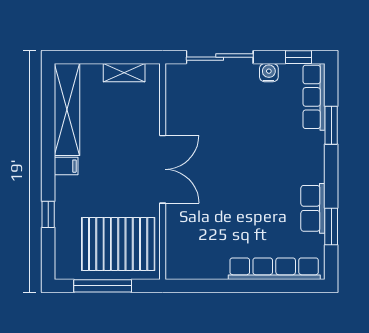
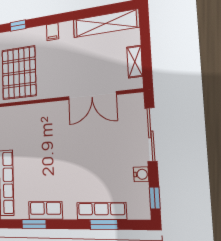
row of seats: (314, 97) -> (101, 211), moved
filing cabinet: (66, 166) -> (53, 32), moved
double door: (163, 169) -> (92, 96), moved
window: (48, 214) -> (18, 25), moved

